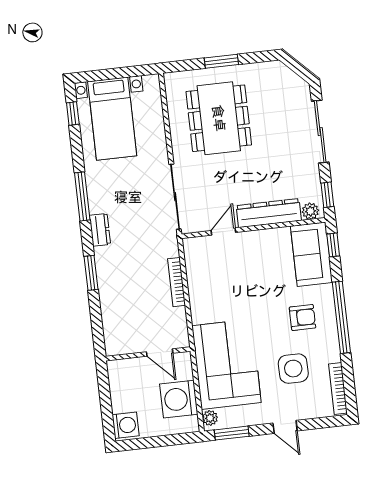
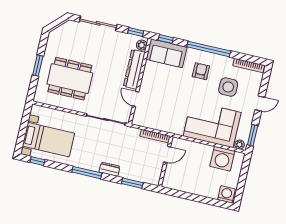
door: (160, 353) -> (167, 154), moved
wall: (148, 354) -> (166, 161), moved

